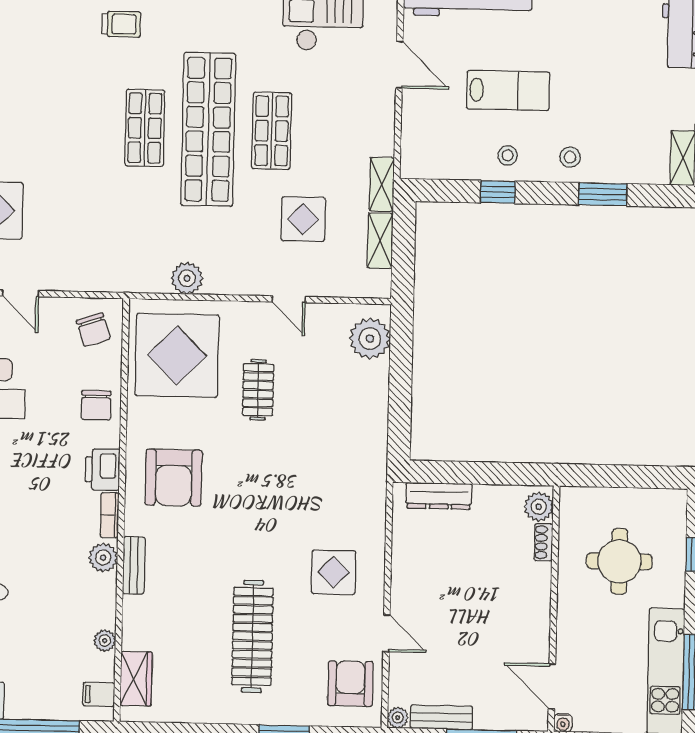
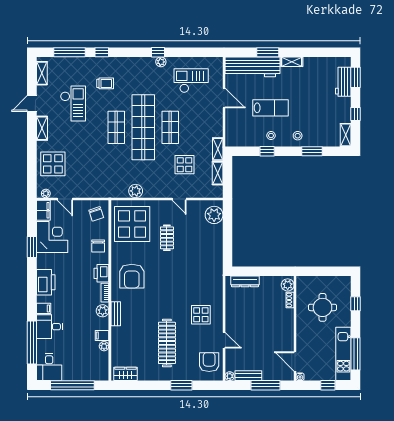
checkout: (45, 70) -> (73, 103), added
wardrobe: (136, 679) -> (126, 374), moved, turned -90
filing cabinet: (99, 694) -> (102, 336), moved

